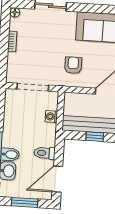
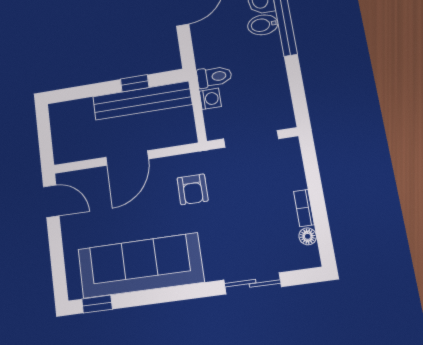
floor lamp: (15, 12) -> (308, 236), moved
toilet: (45, 153) -> (214, 77), moved

